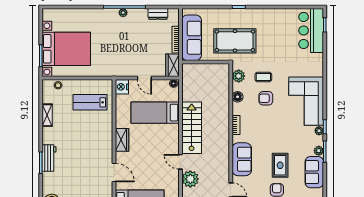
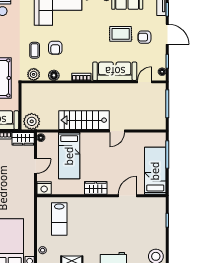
sofa: (242, 159) -> (115, 71), width x1.36
plant: (190, 179) -> (32, 121), moved

